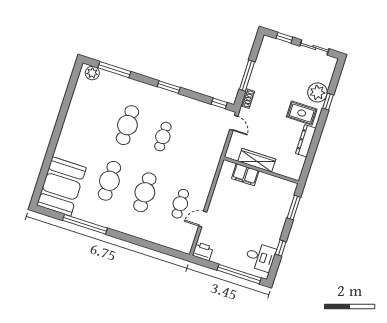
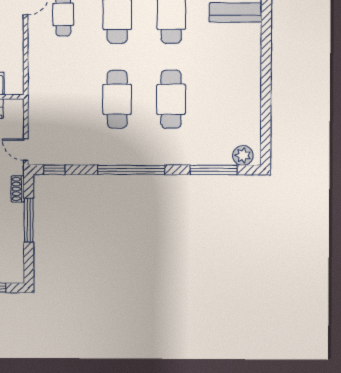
window: (169, 87) -> (131, 170), width x2.11
cafe table: (163, 137) -> (117, 99), width x1.37, depth x1.35

